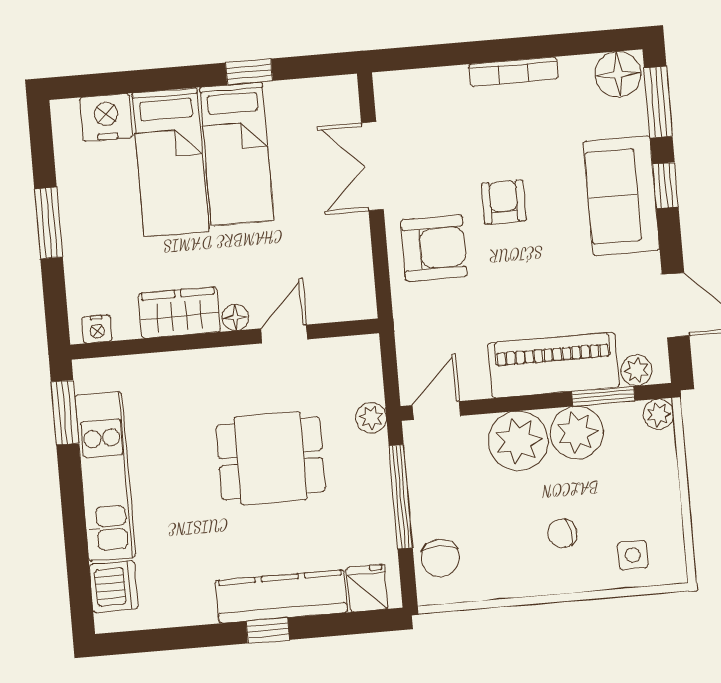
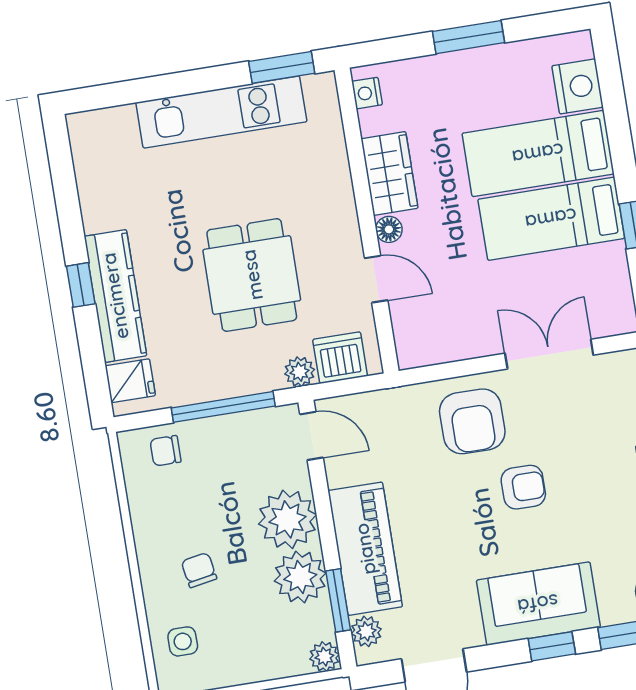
chair: (440, 558) -> (165, 451), width x0.73, depth x0.73
dishwasher: (114, 587) -> (340, 358), moved, turned 180

